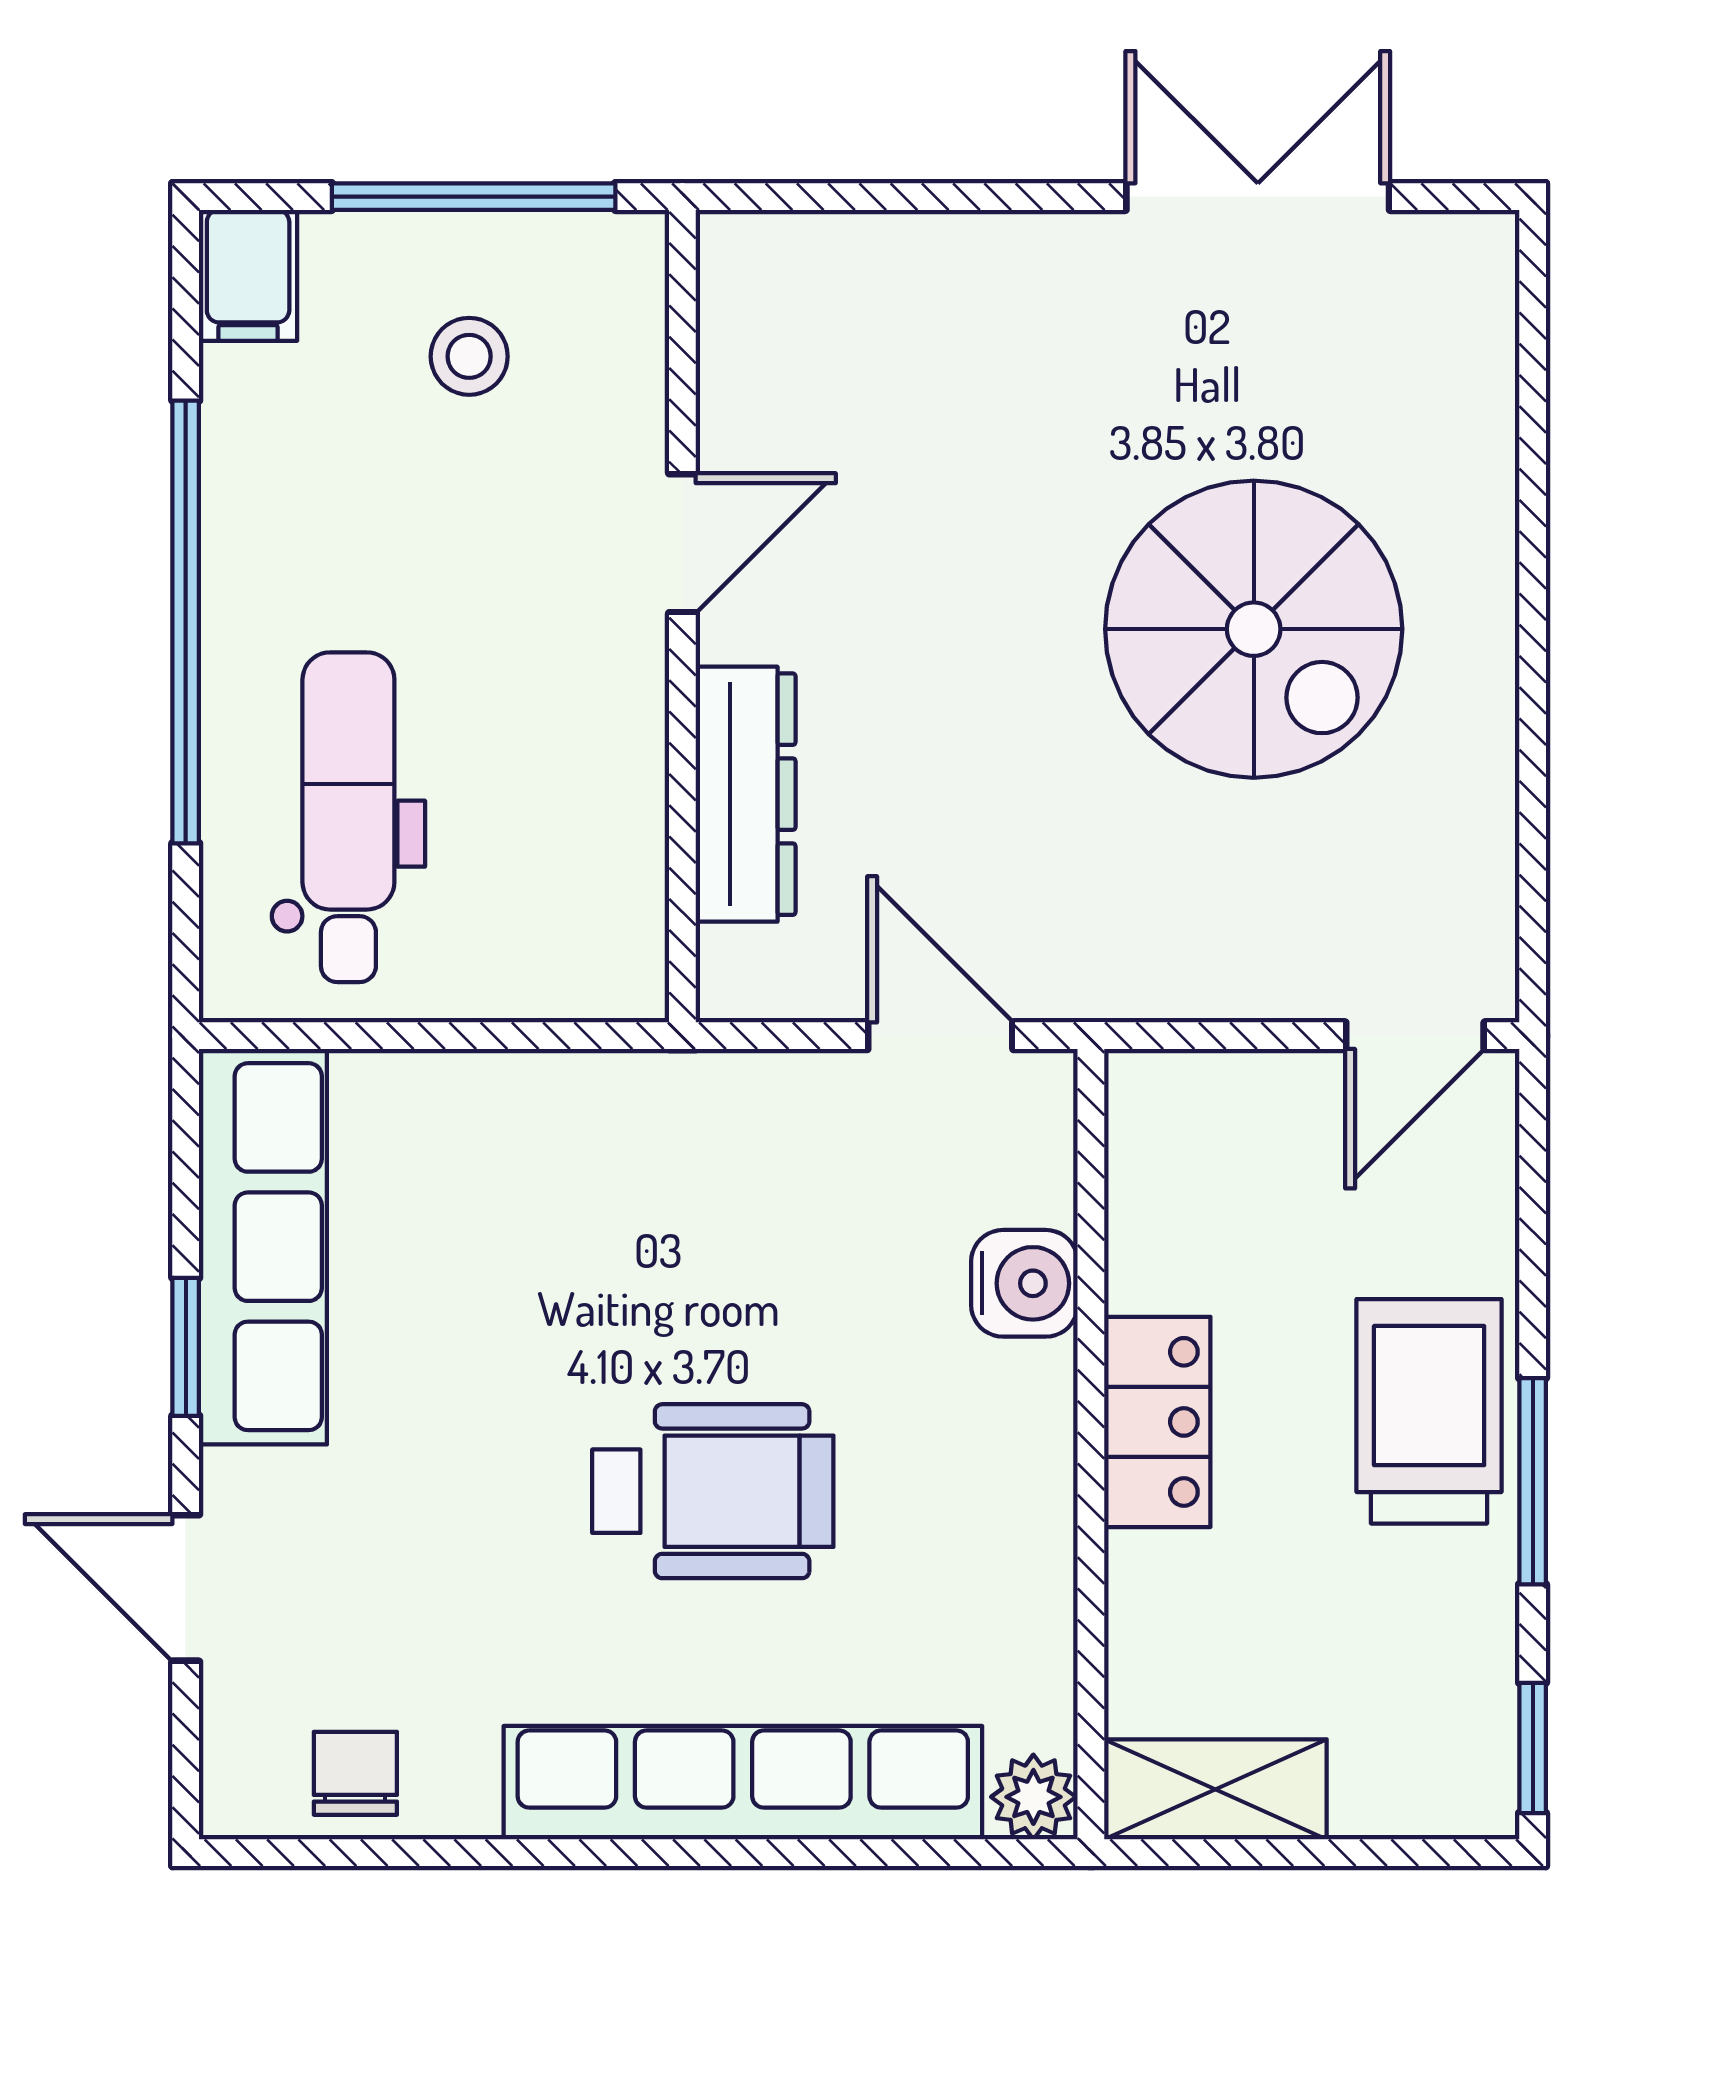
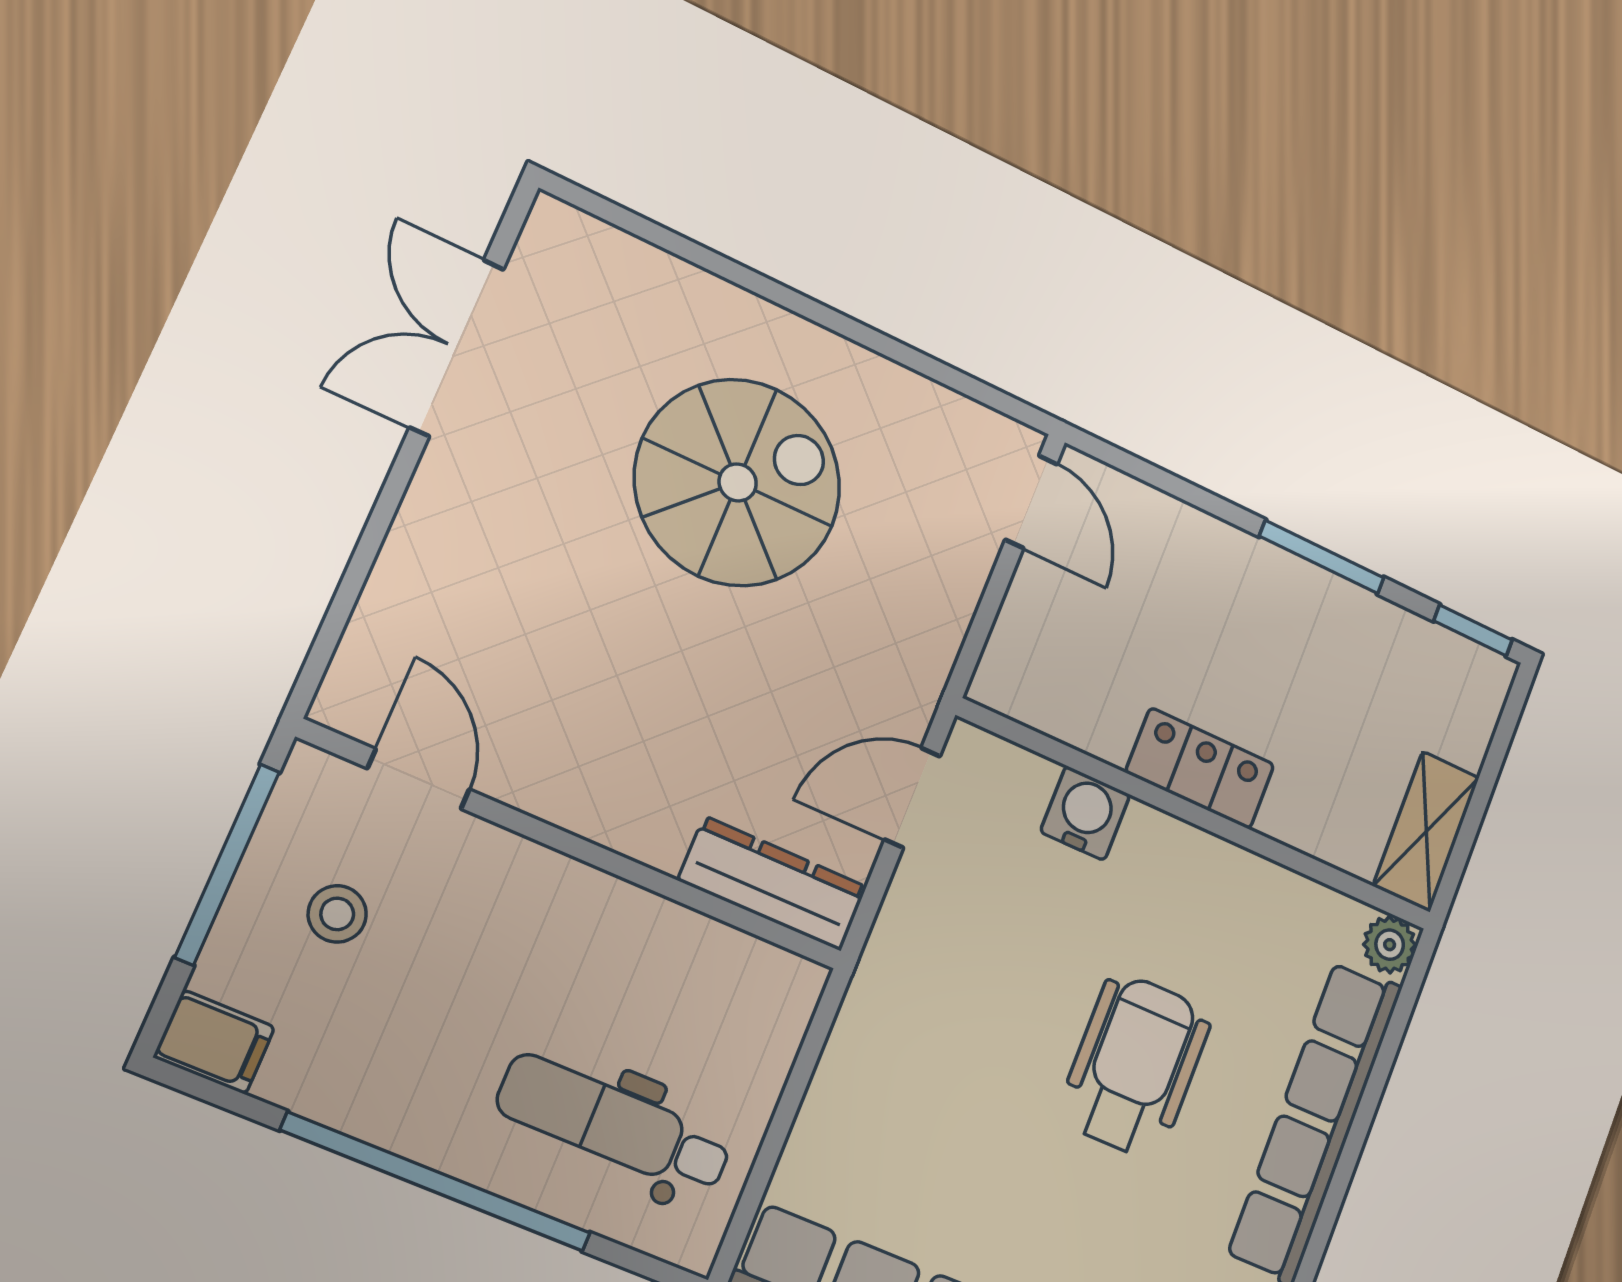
door: (682, 543) -> (419, 779), moved
dresser: (746, 794) -> (773, 884), moved
trolley: (1429, 1411) -> (1258, 600), removed

